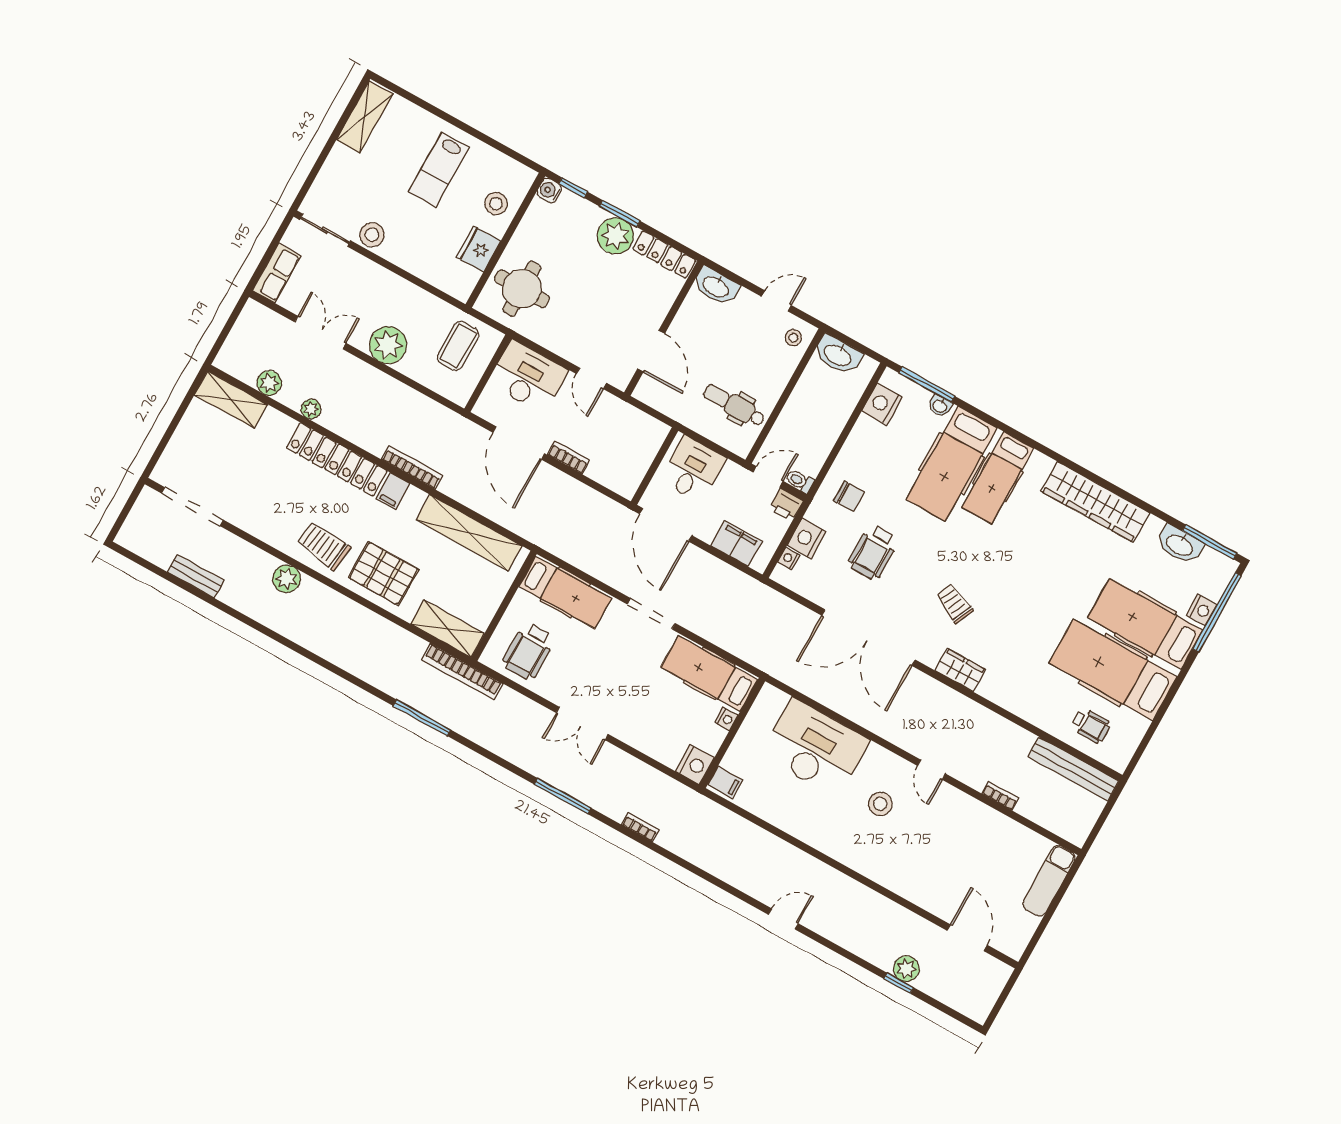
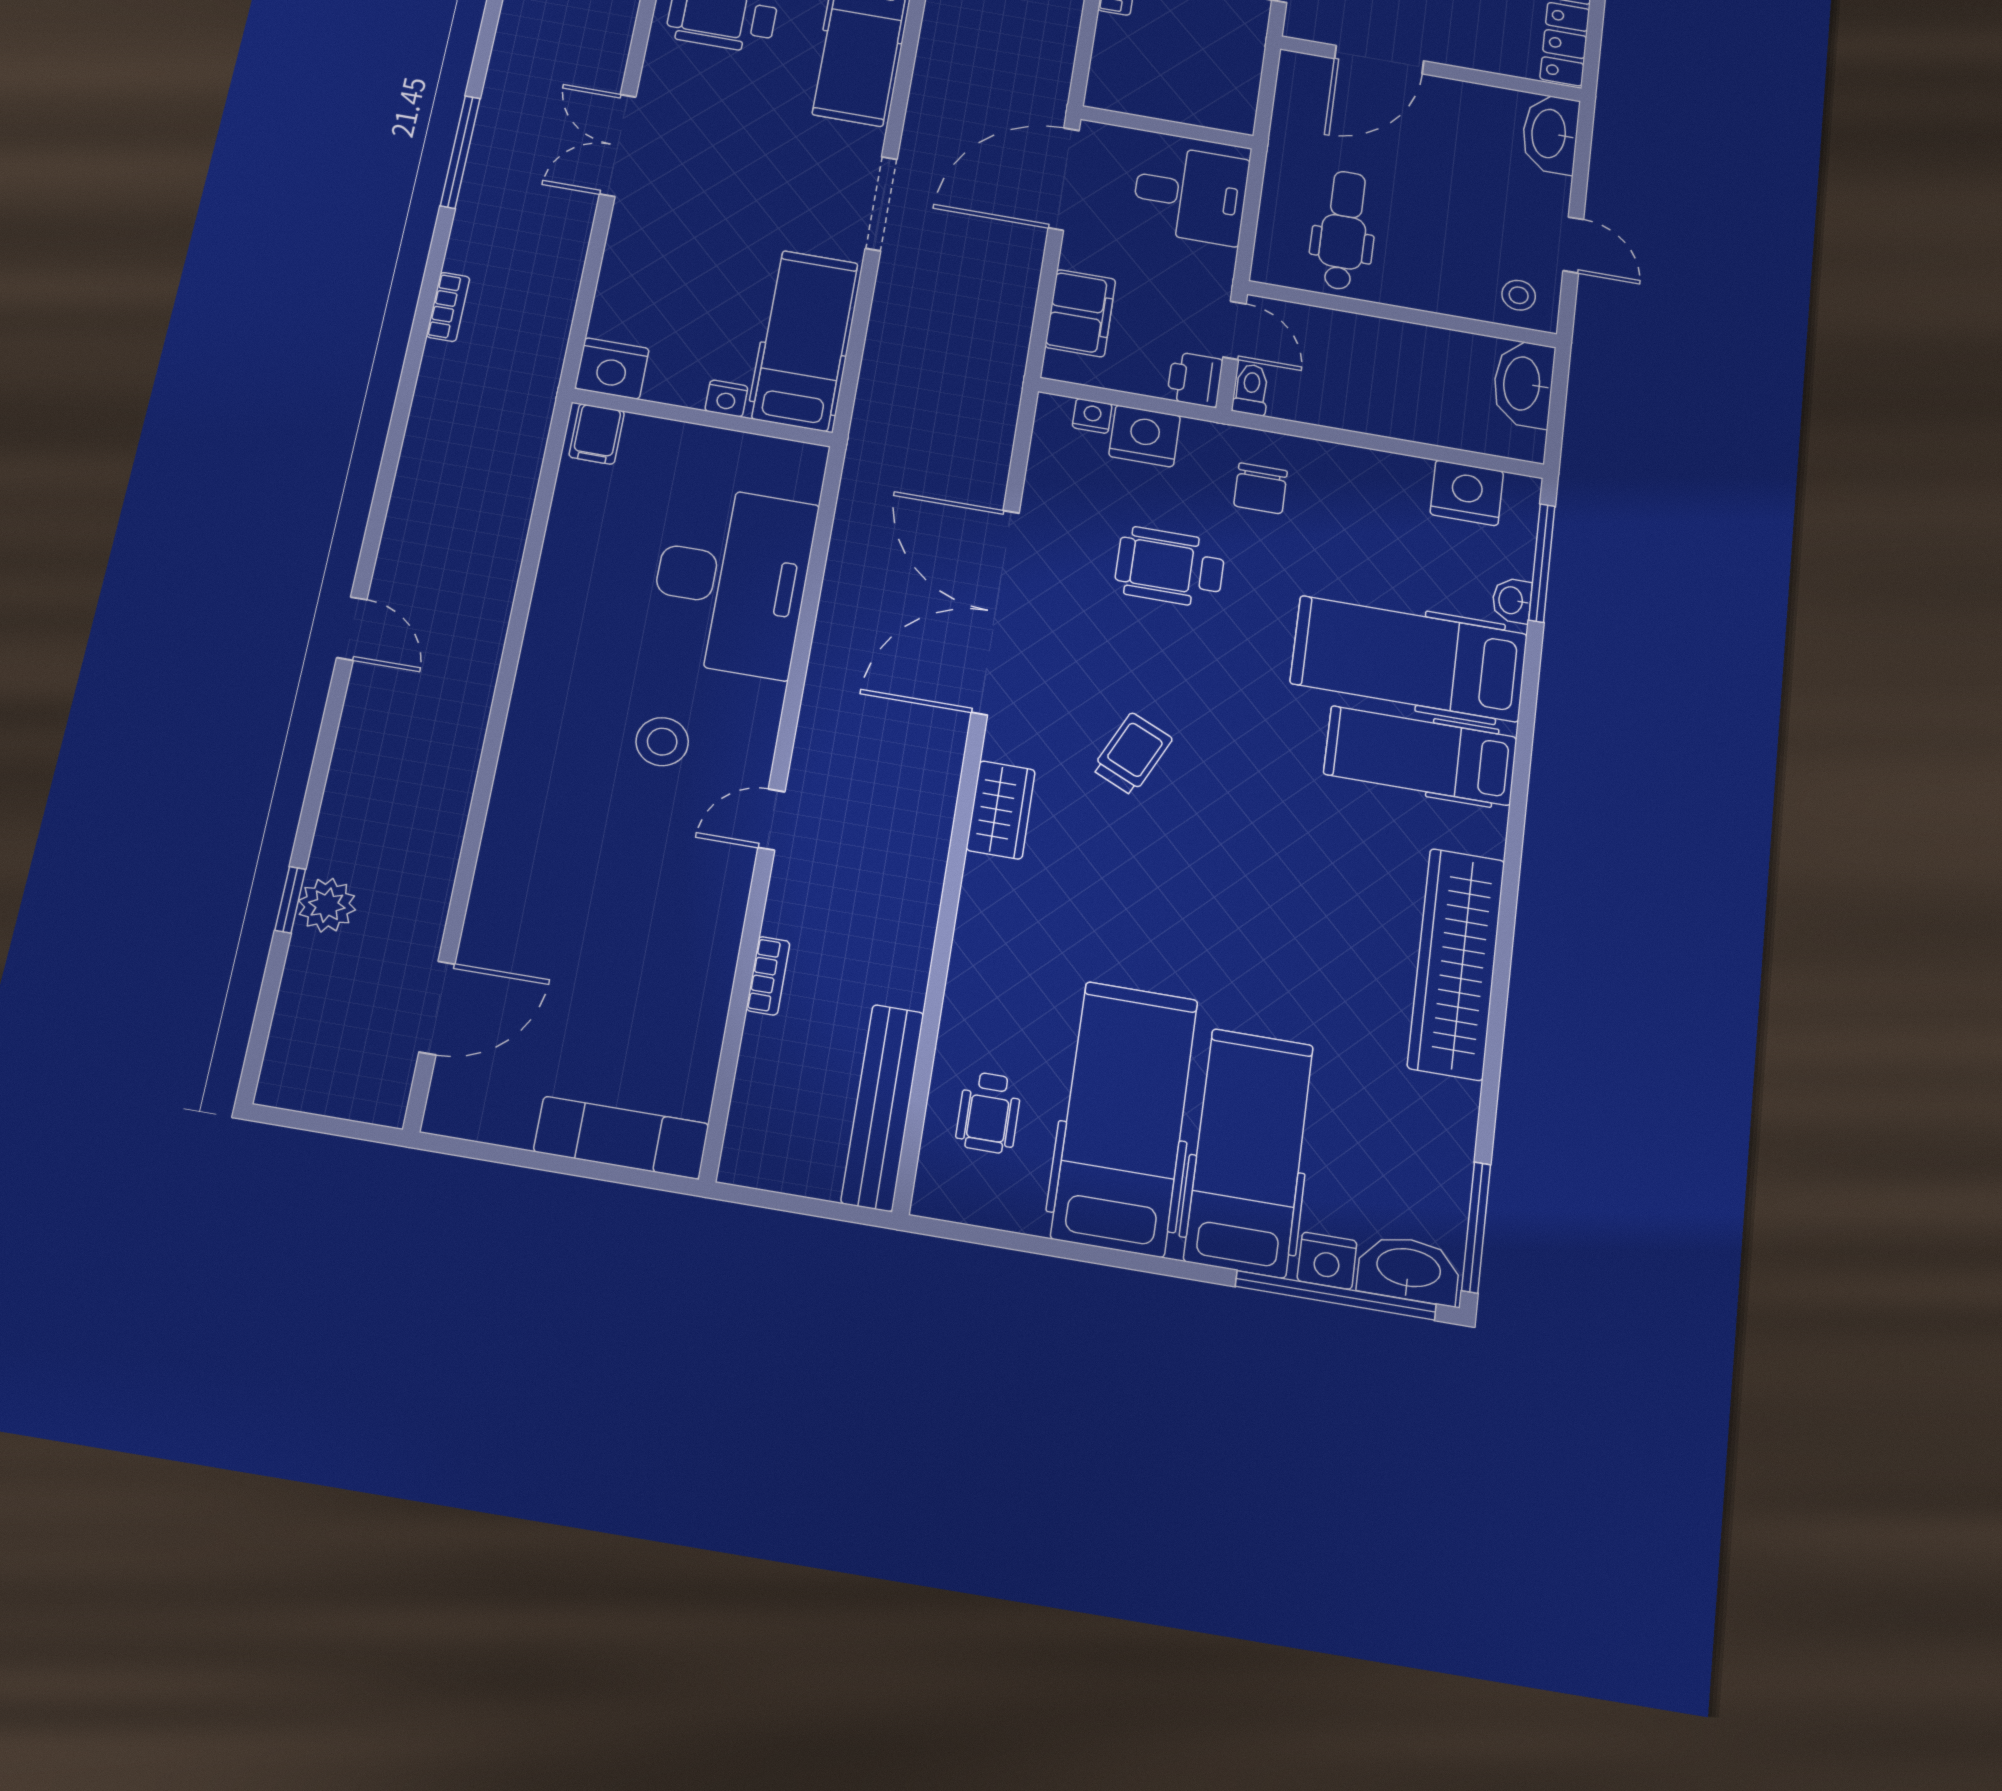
washbasin: (1180, 545) -> (1408, 1269), moved, turned 90

